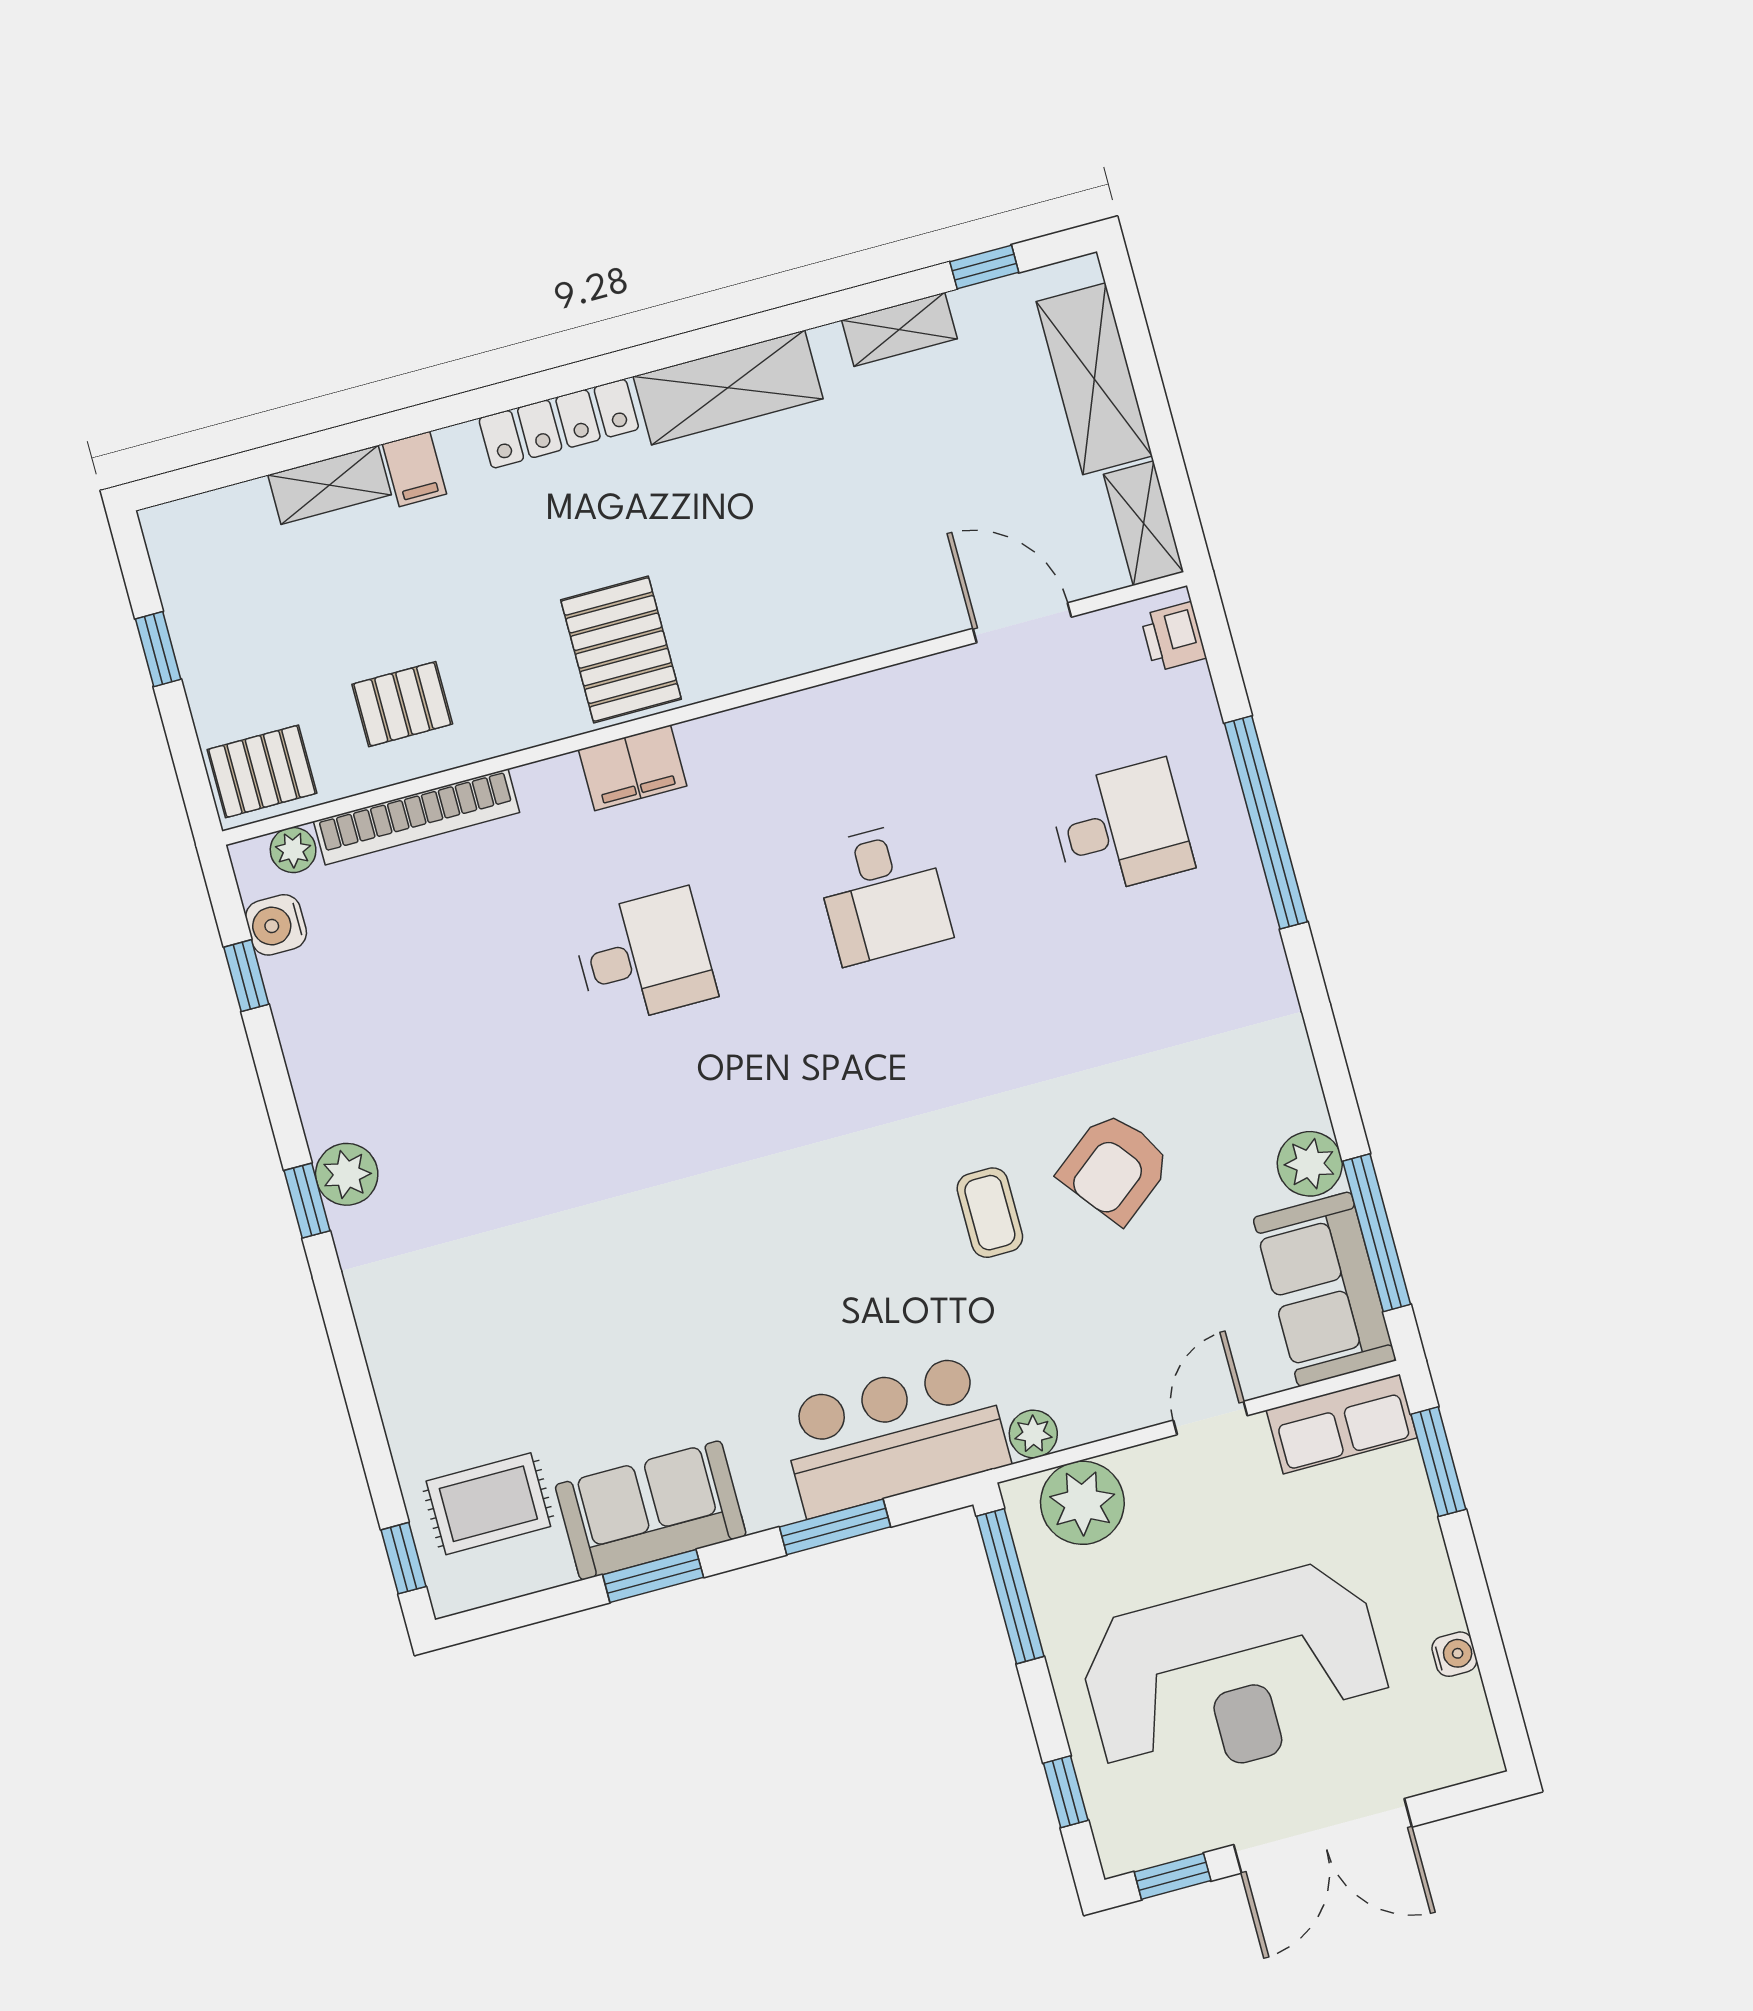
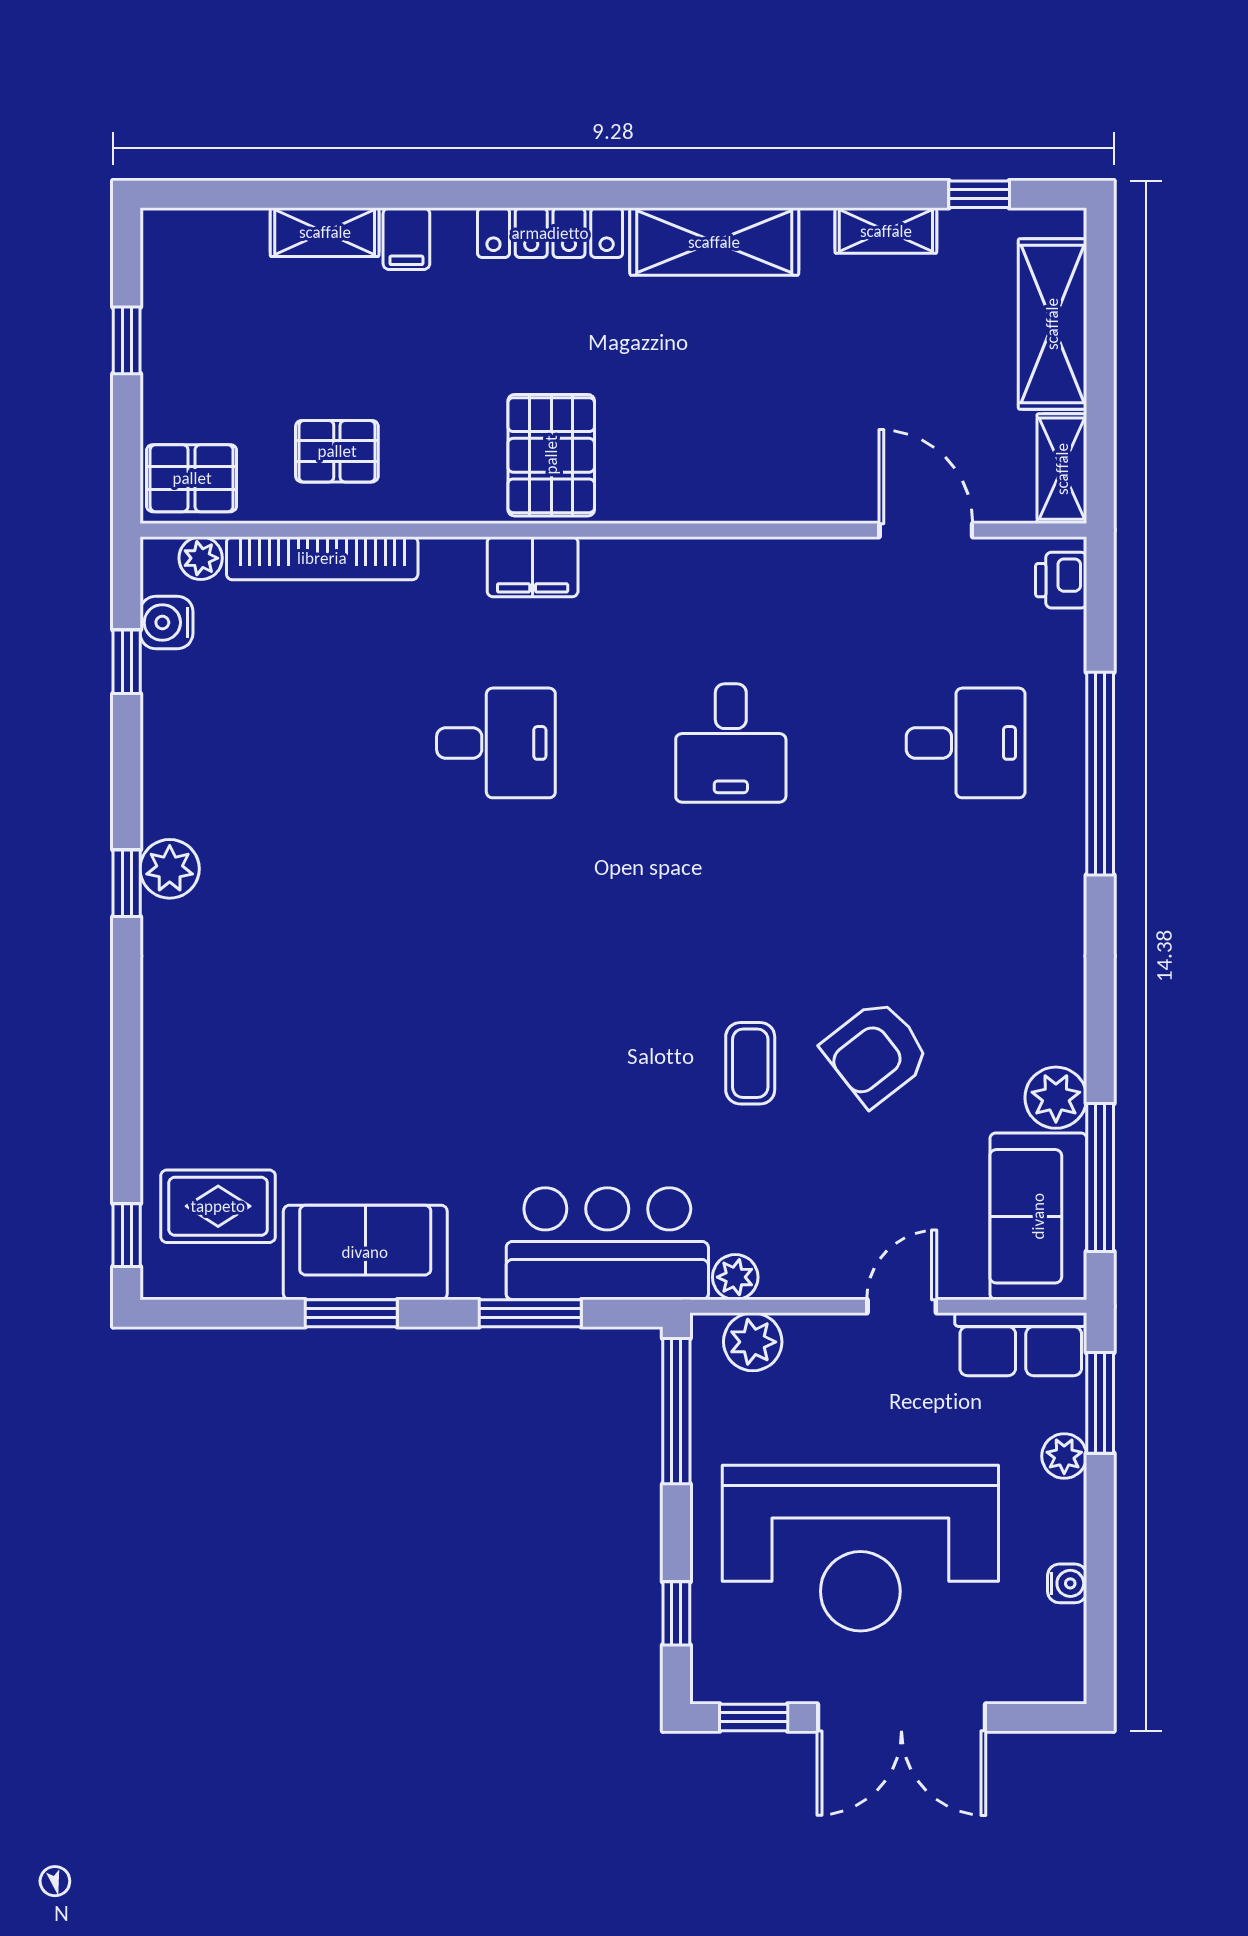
plant: (1082, 1503) -> (753, 1342), width x0.73, depth x0.73
plant: (1417, 1526) -> (1064, 1456), added

